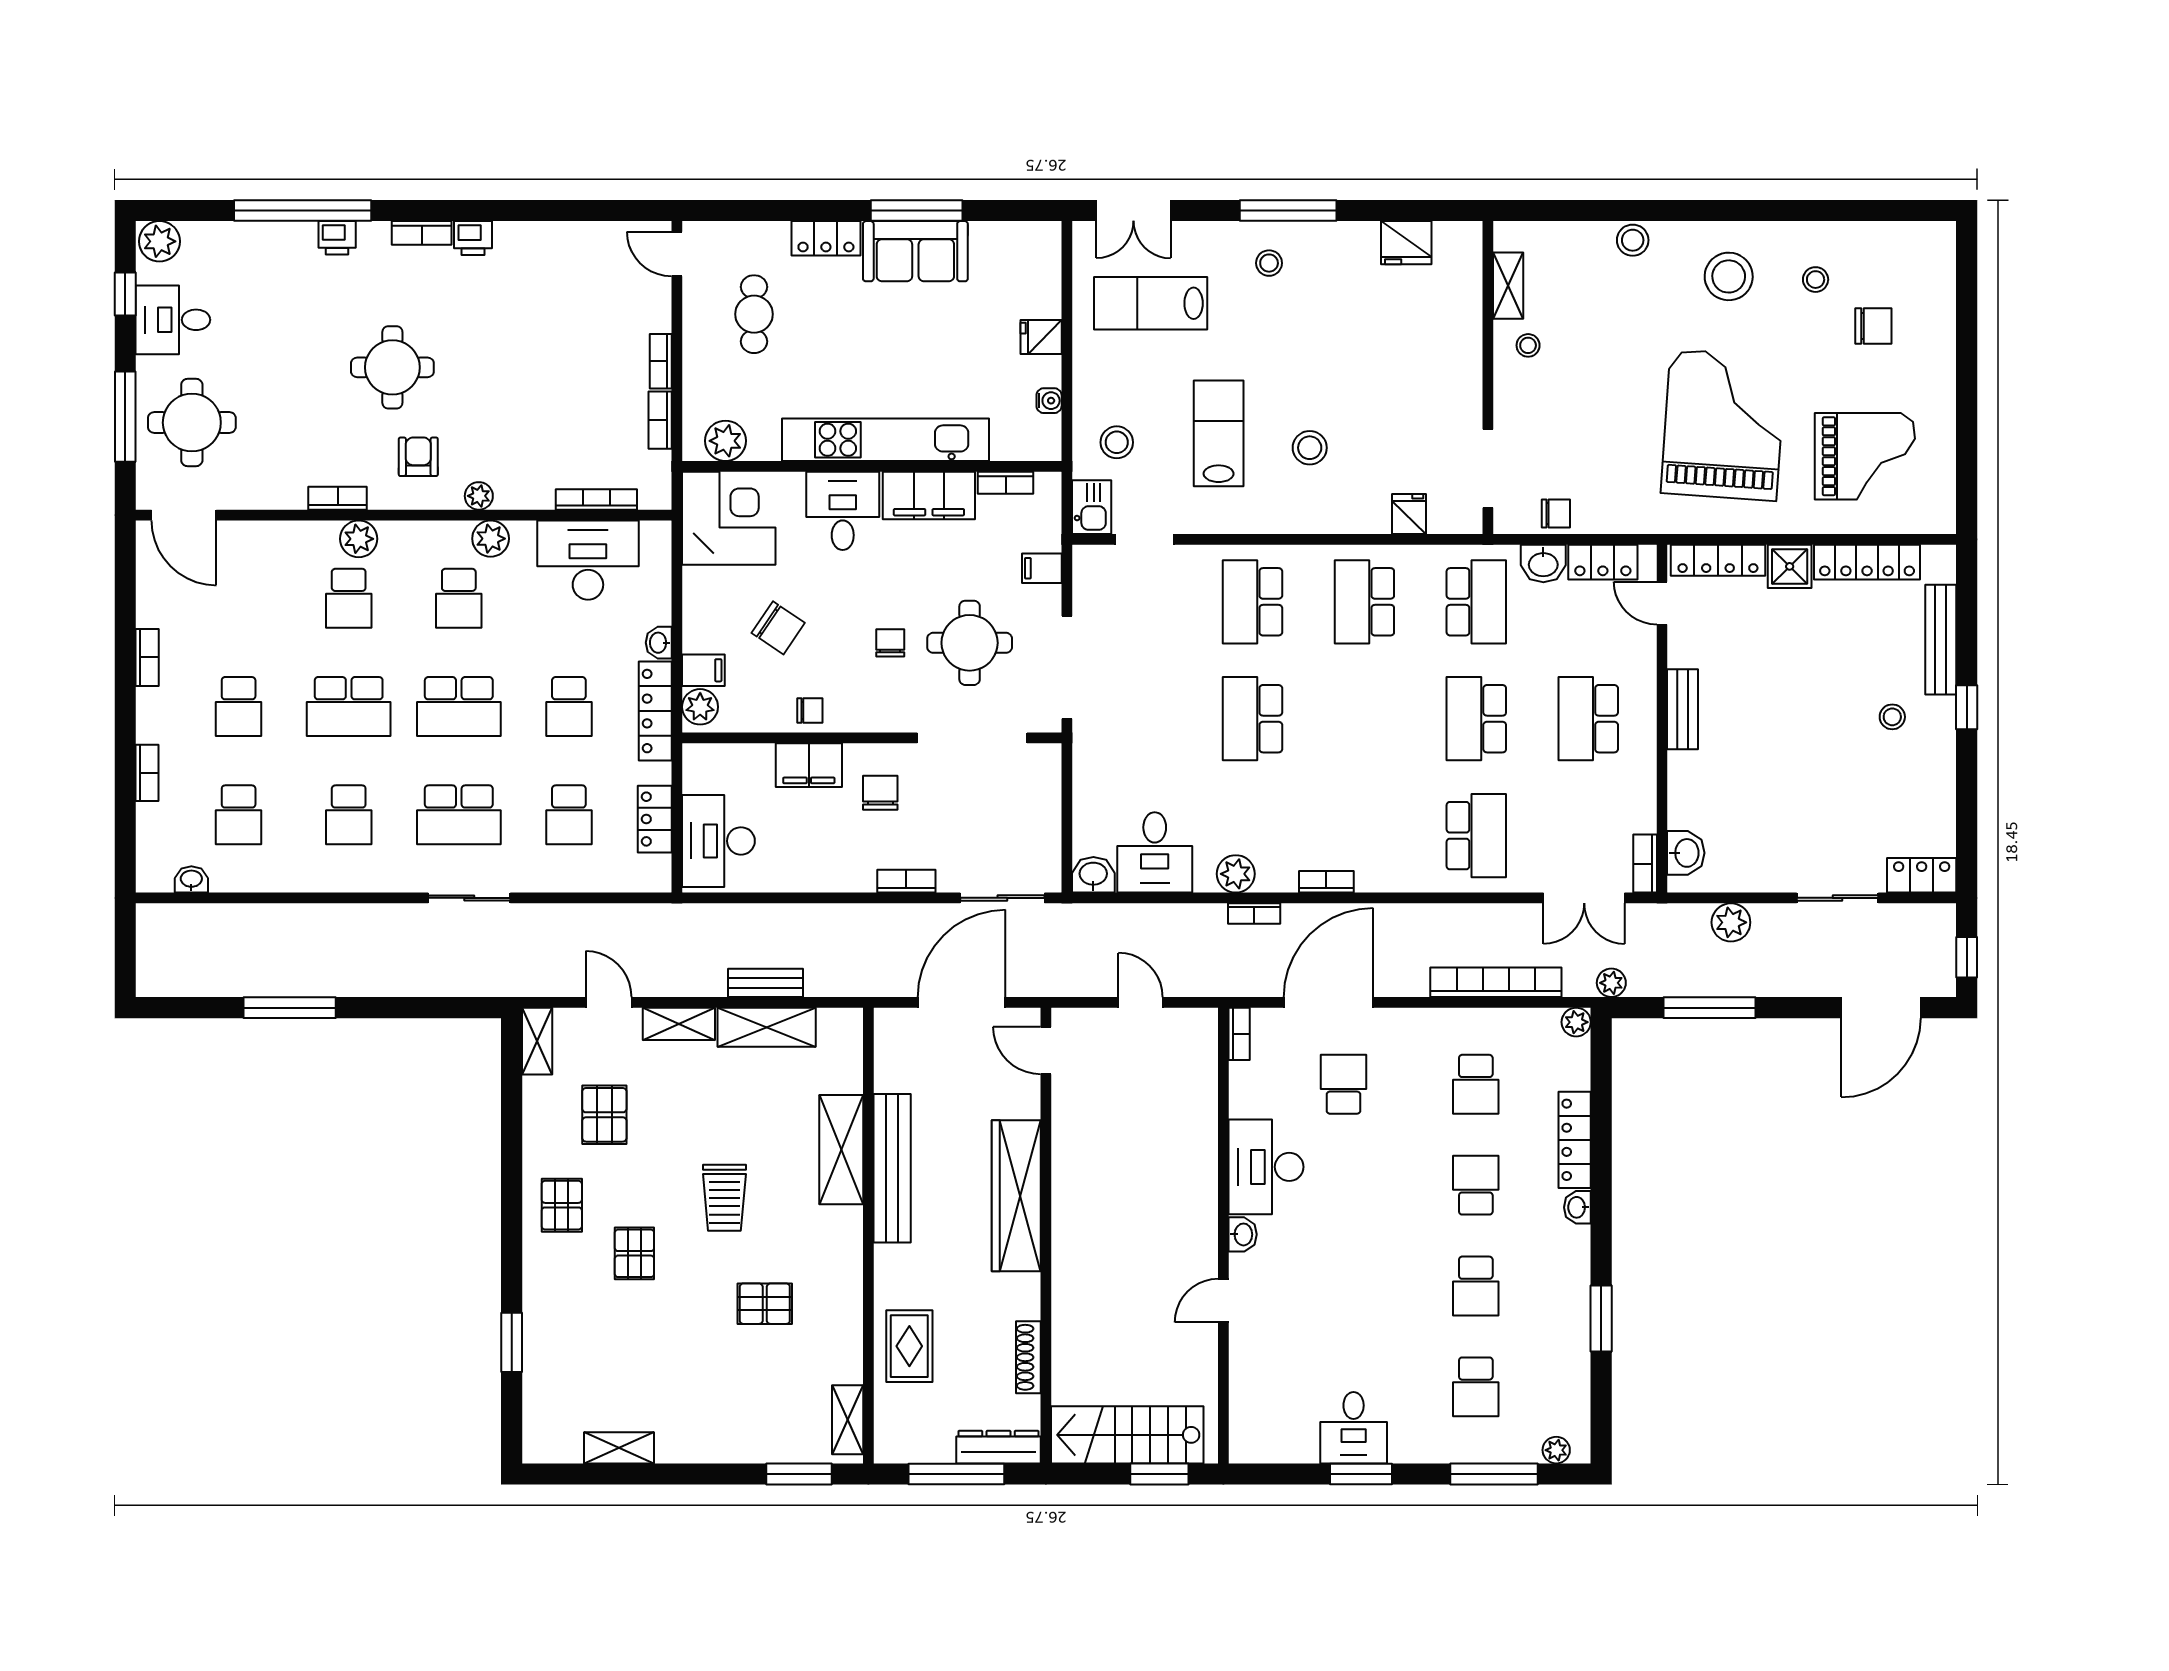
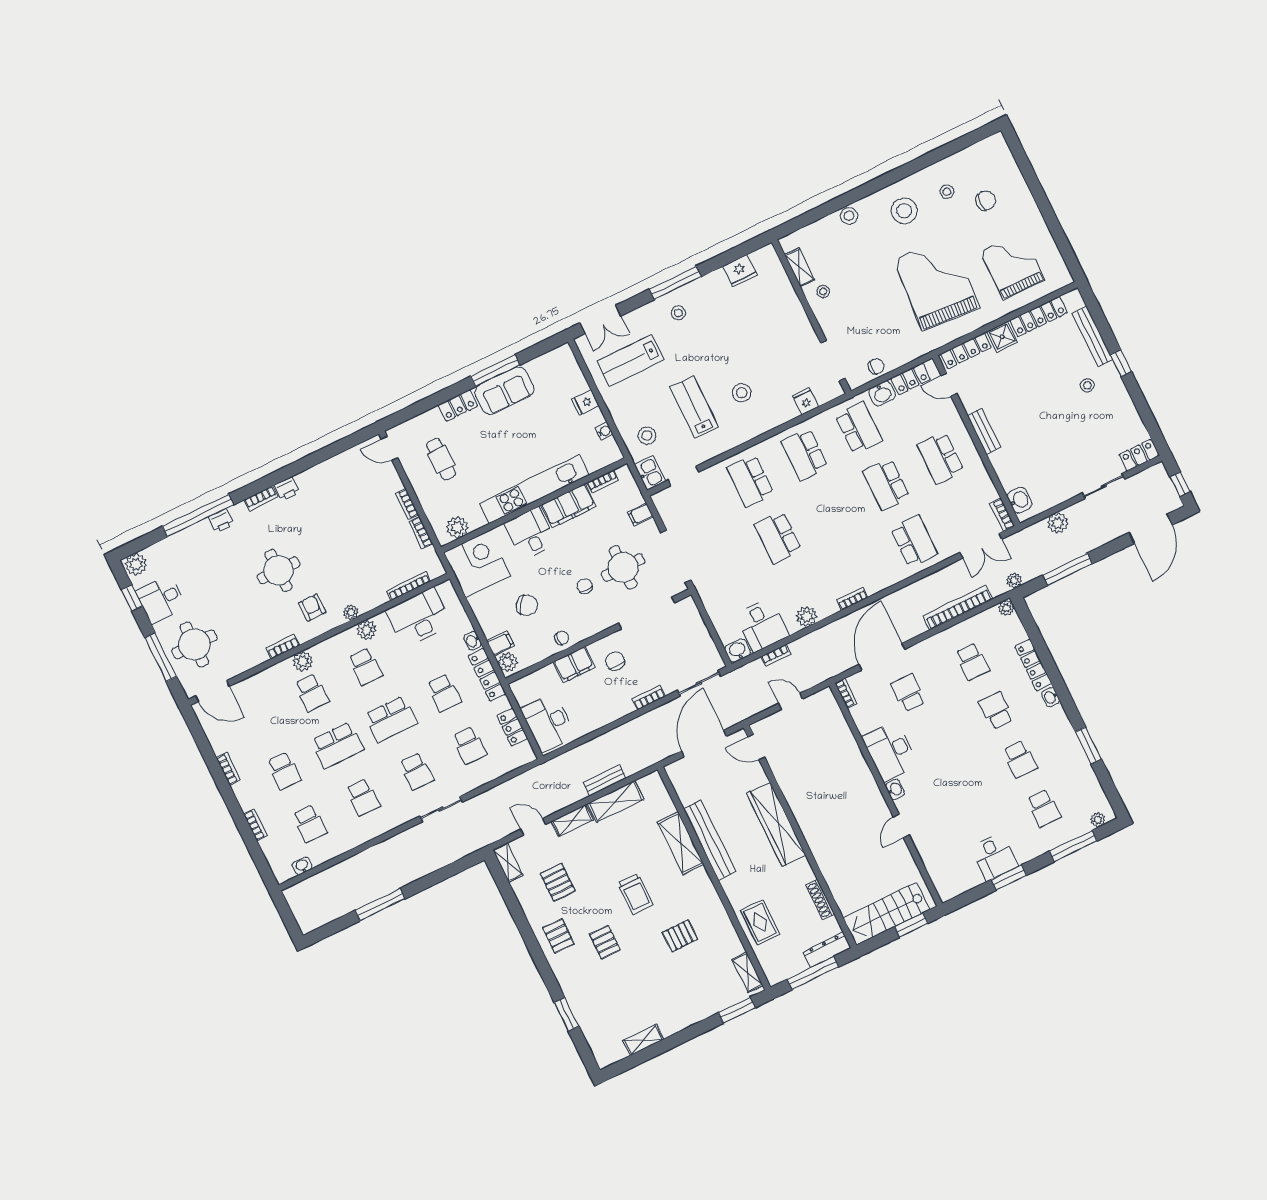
grand piano: (1865, 456) -> (1012, 266), turned -90
school desk: (459, 815) -> (416, 771), width x0.54
bookcase: (1254, 914) -> (776, 655), moved

